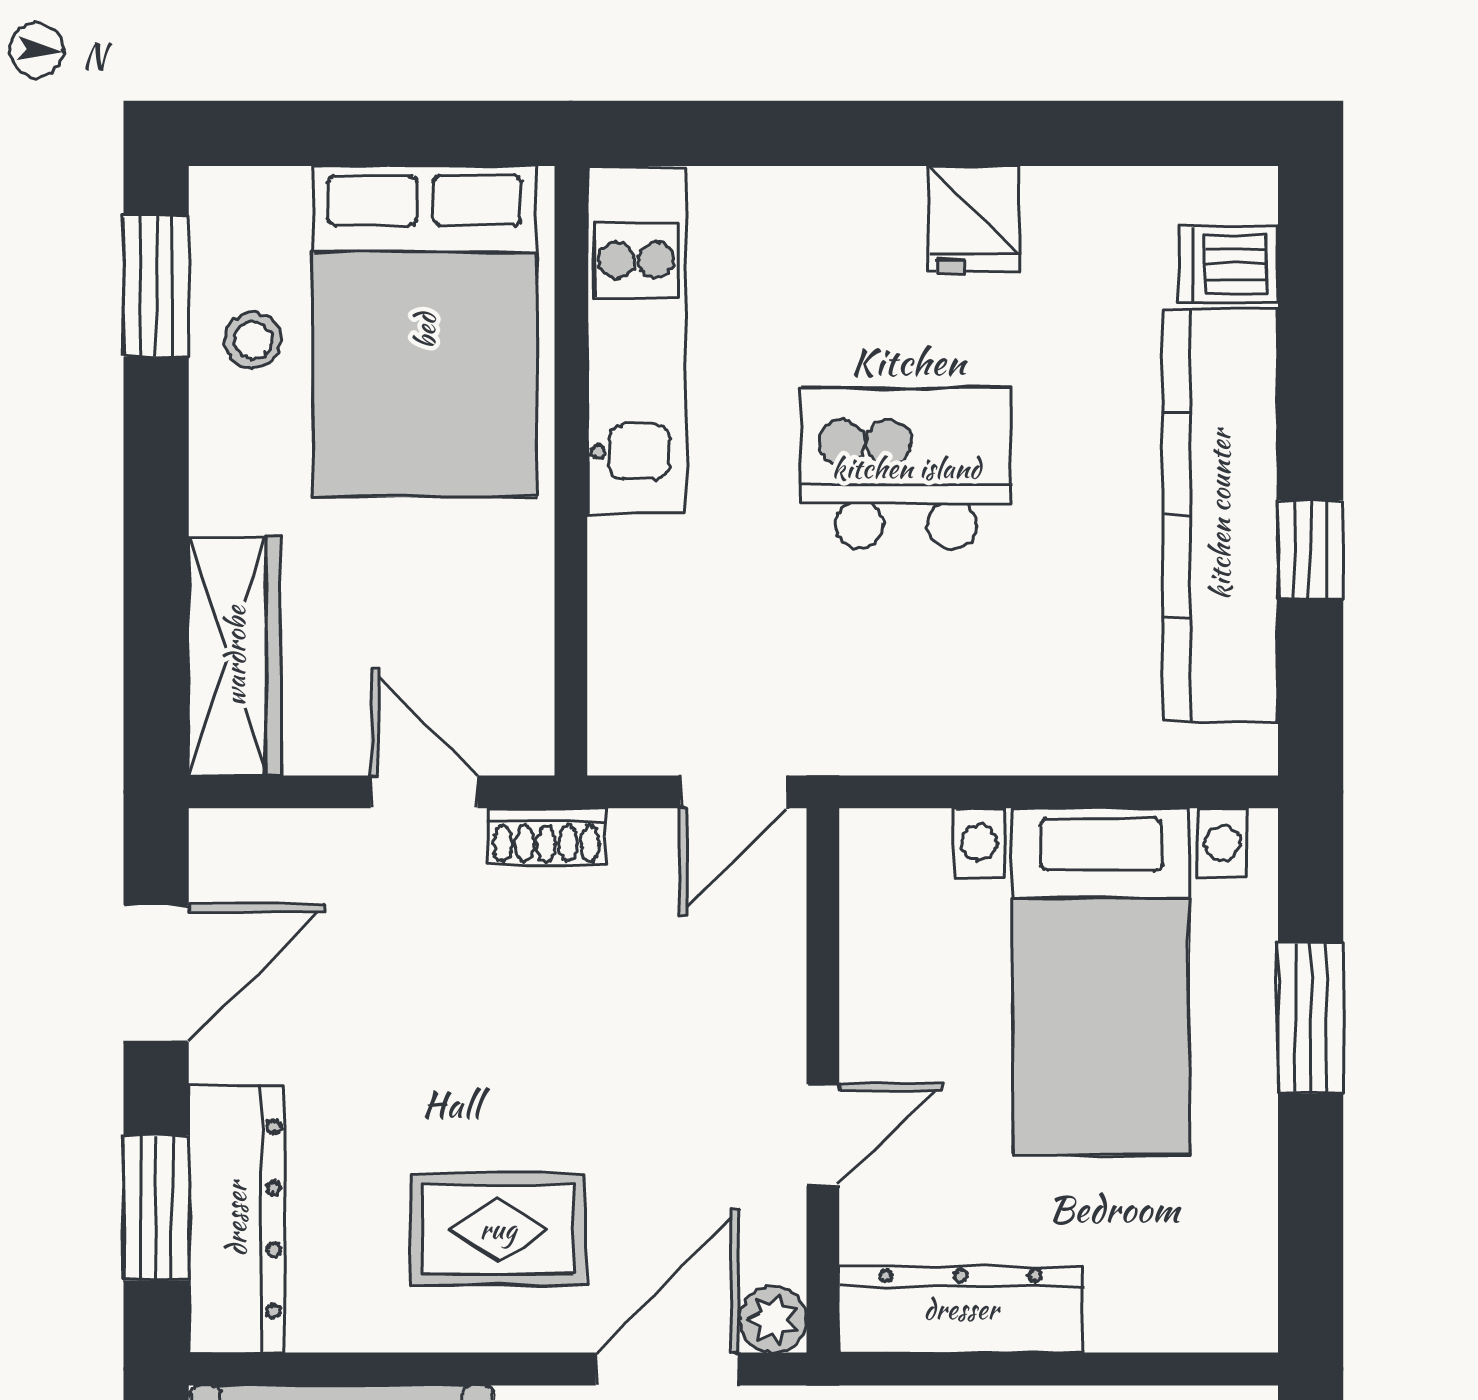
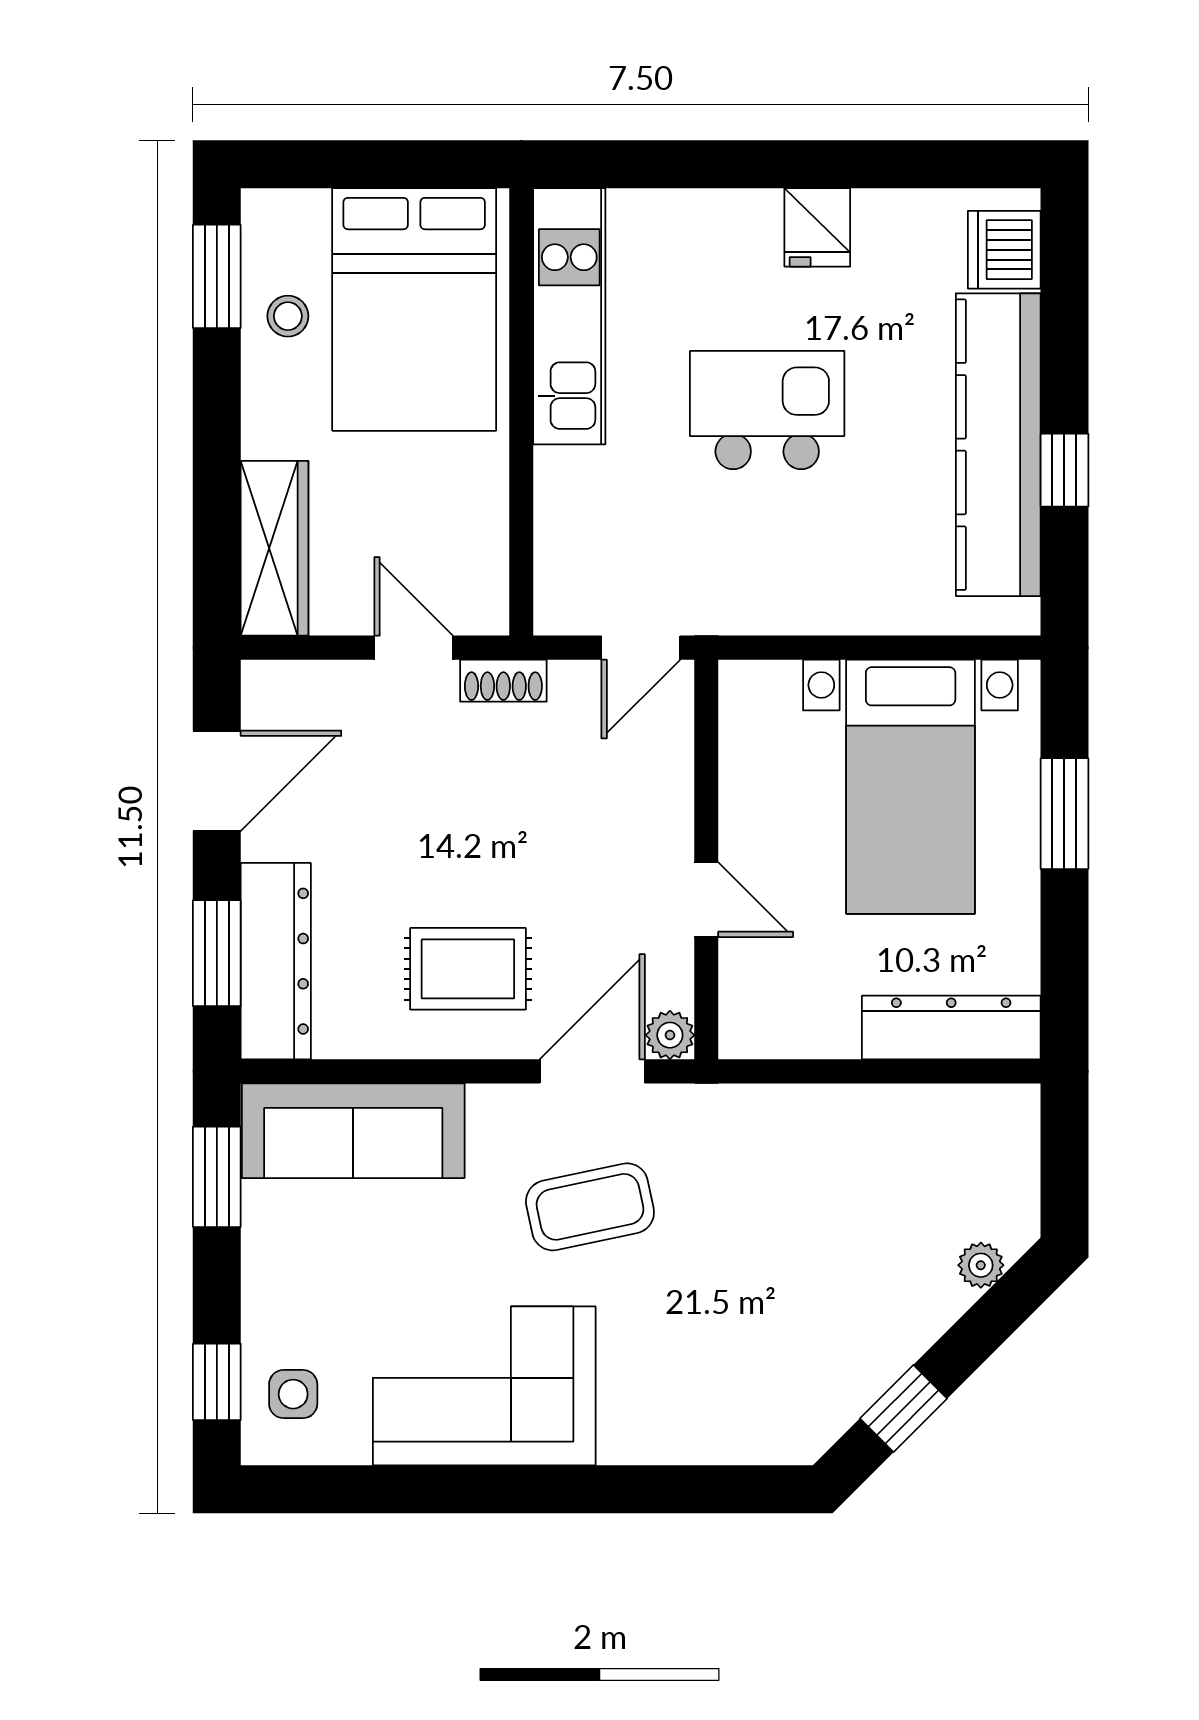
dishwasher: (1229, 264) -> (1004, 250), width x1.38
door: (823, 1135) -> (706, 900), hinge flipped
dresser: (961, 1309) -> (951, 1028), moved

